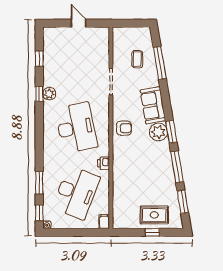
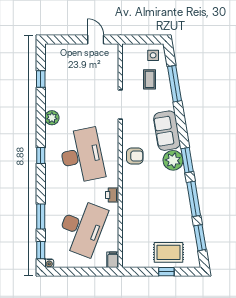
door: (78, 23) -> (96, 39), moved
side table: (140, 37) -> (153, 55), added
window: (39, 94) -> (41, 155), moved

